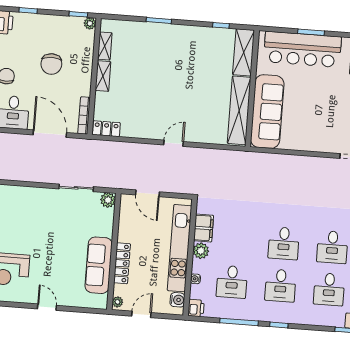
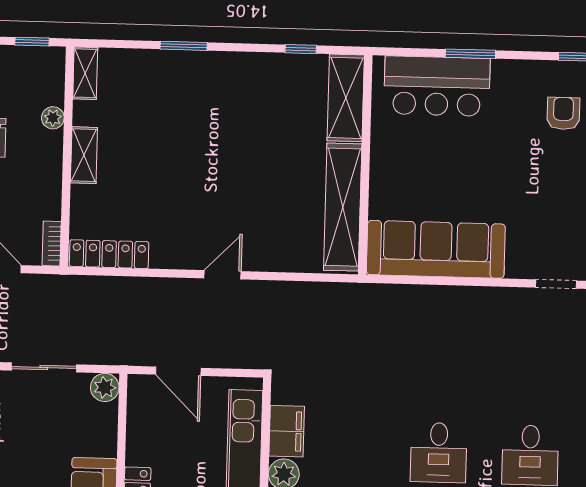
plant: (90, 23) -> (53, 118), moved
shelving: (105, 46) -> (85, 73), moved
bar counter: (302, 49) -> (437, 86), width x0.73
sofa: (267, 112) -> (436, 249), moved, turned -90
bookcase: (84, 115) -> (52, 244), width x0.64
locker: (106, 129) -> (109, 254), width x1.53

